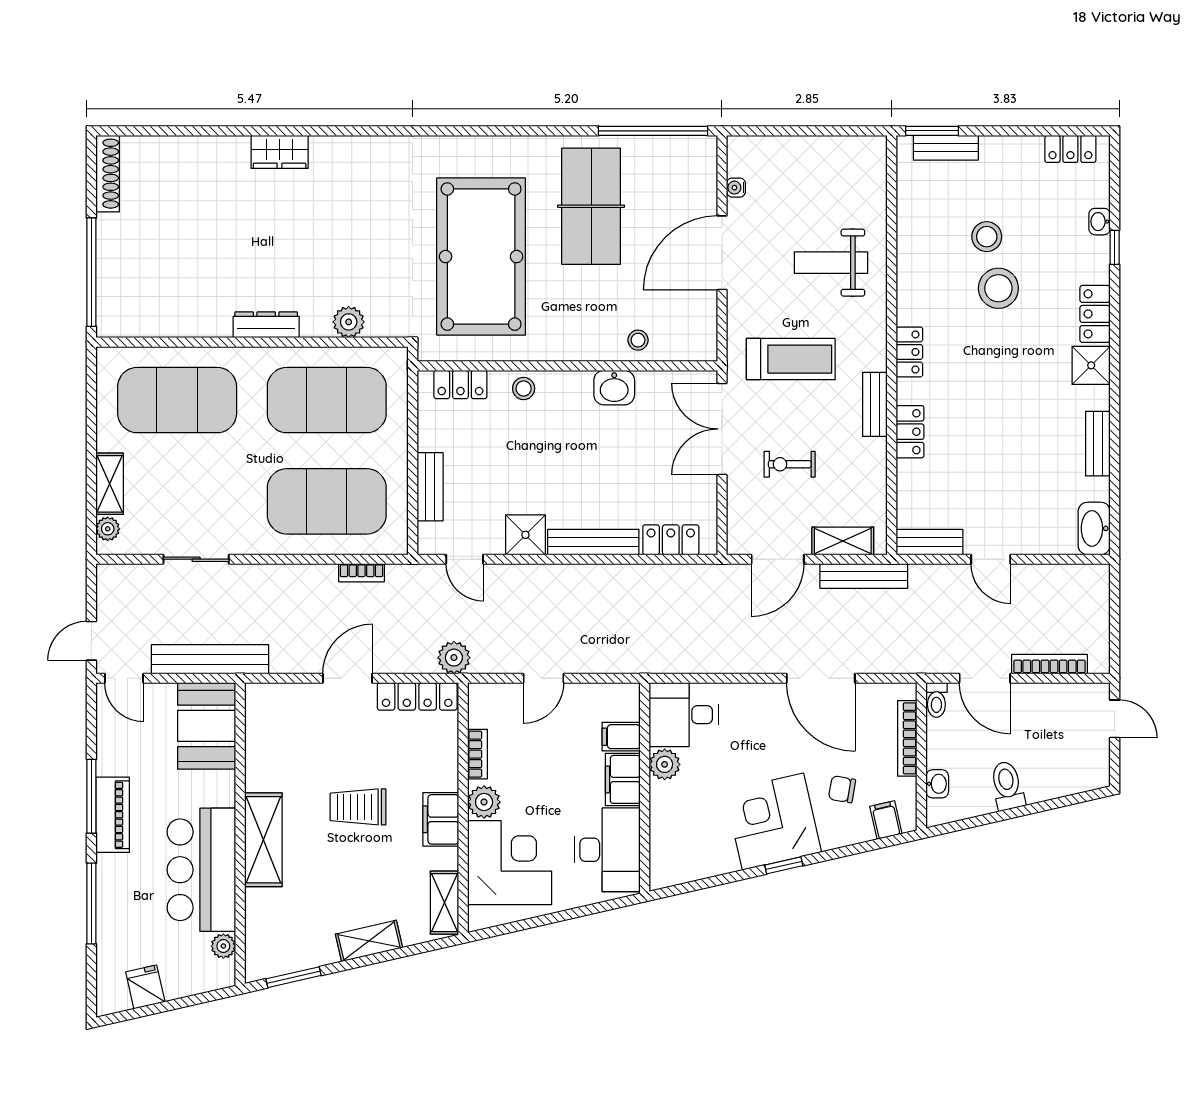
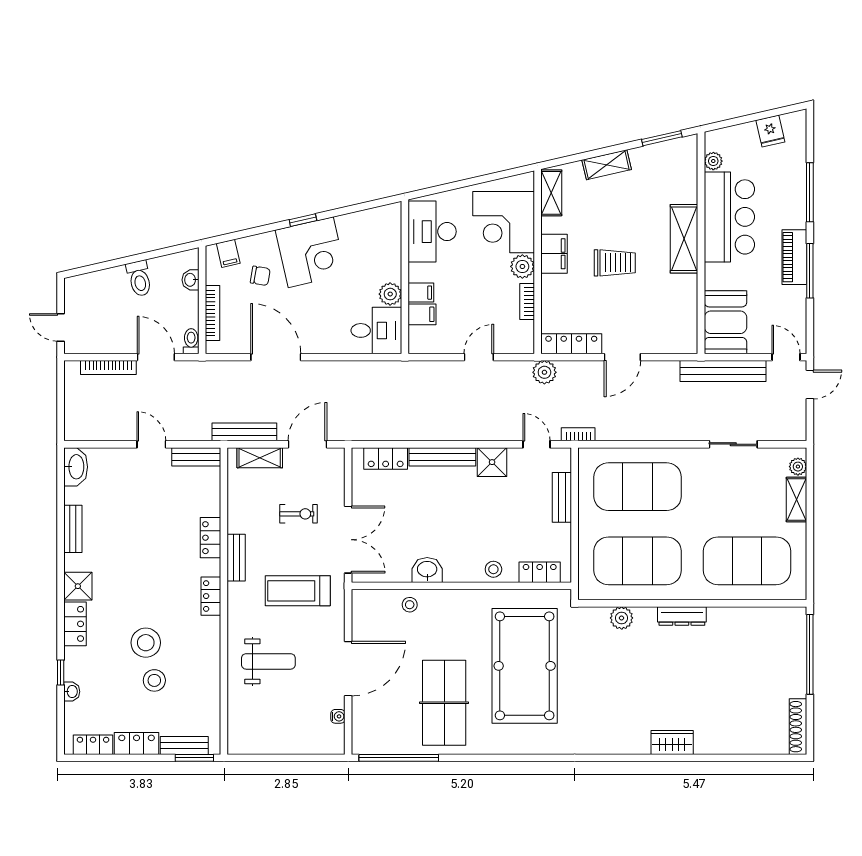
locker: (1011, 151) -> (137, 743), added
bookcase: (362, 573) -> (578, 434), moved
filing cabinet: (623, 779) -> (421, 293), width x0.50

